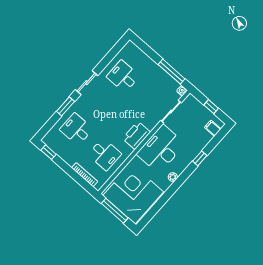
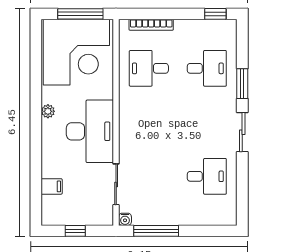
filing cabinet: (213, 128) -> (52, 186), moved
printer: (136, 135) -> (132, 122), removed
window: (200, 158) -> (36, 160), removed

